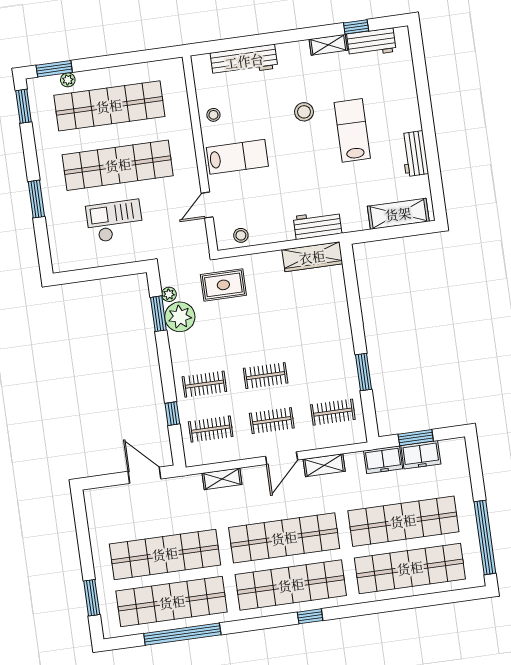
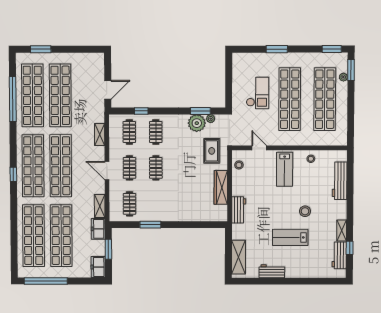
lab bench: (352, 130) -> (290, 237), turned 180
wardrobe: (312, 257) -> (221, 187), moved
freezer: (421, 455) -> (98, 267), moved
shelving: (324, 465) -> (100, 206), moved

